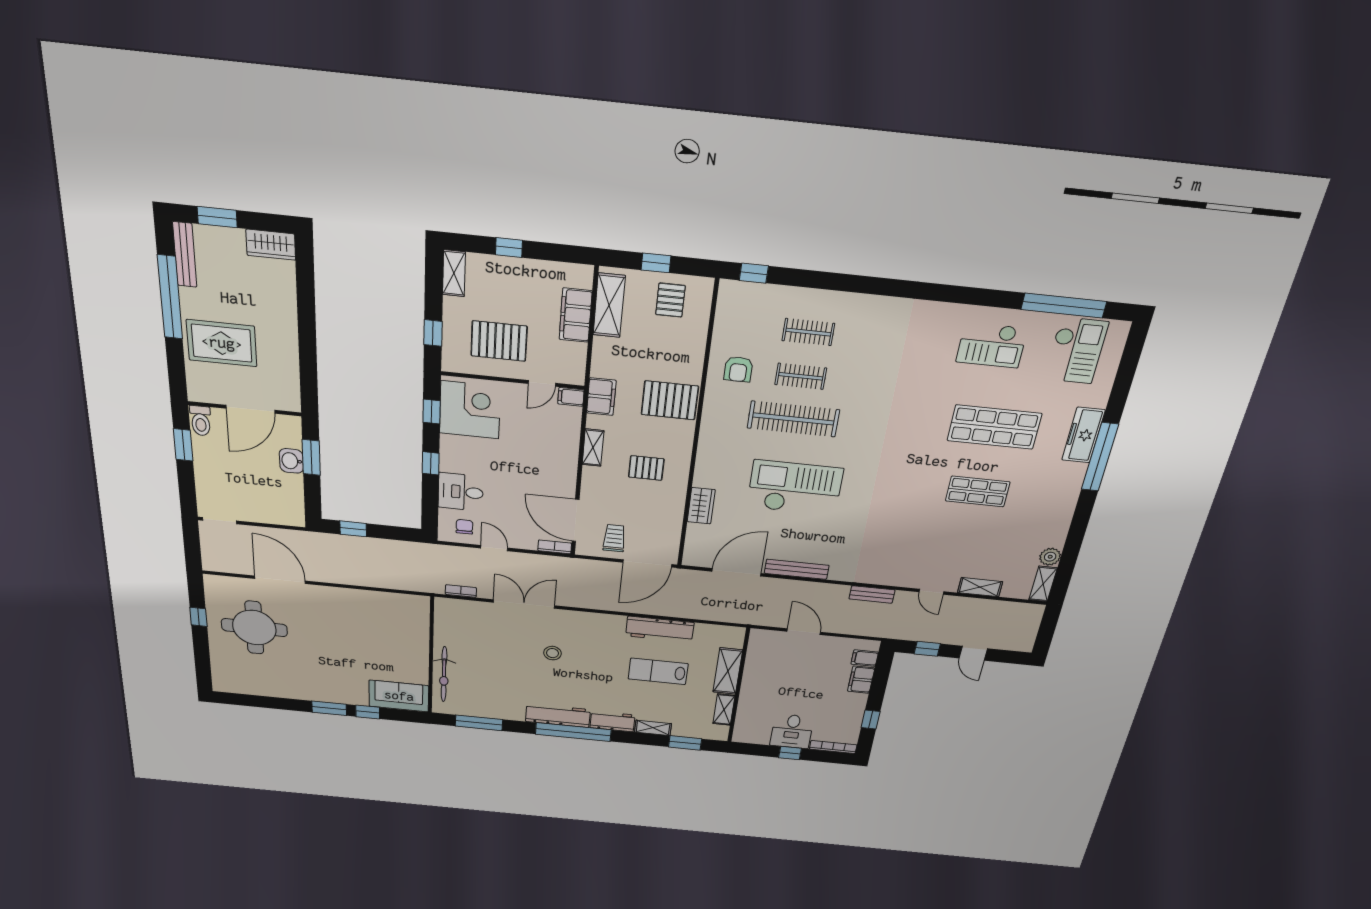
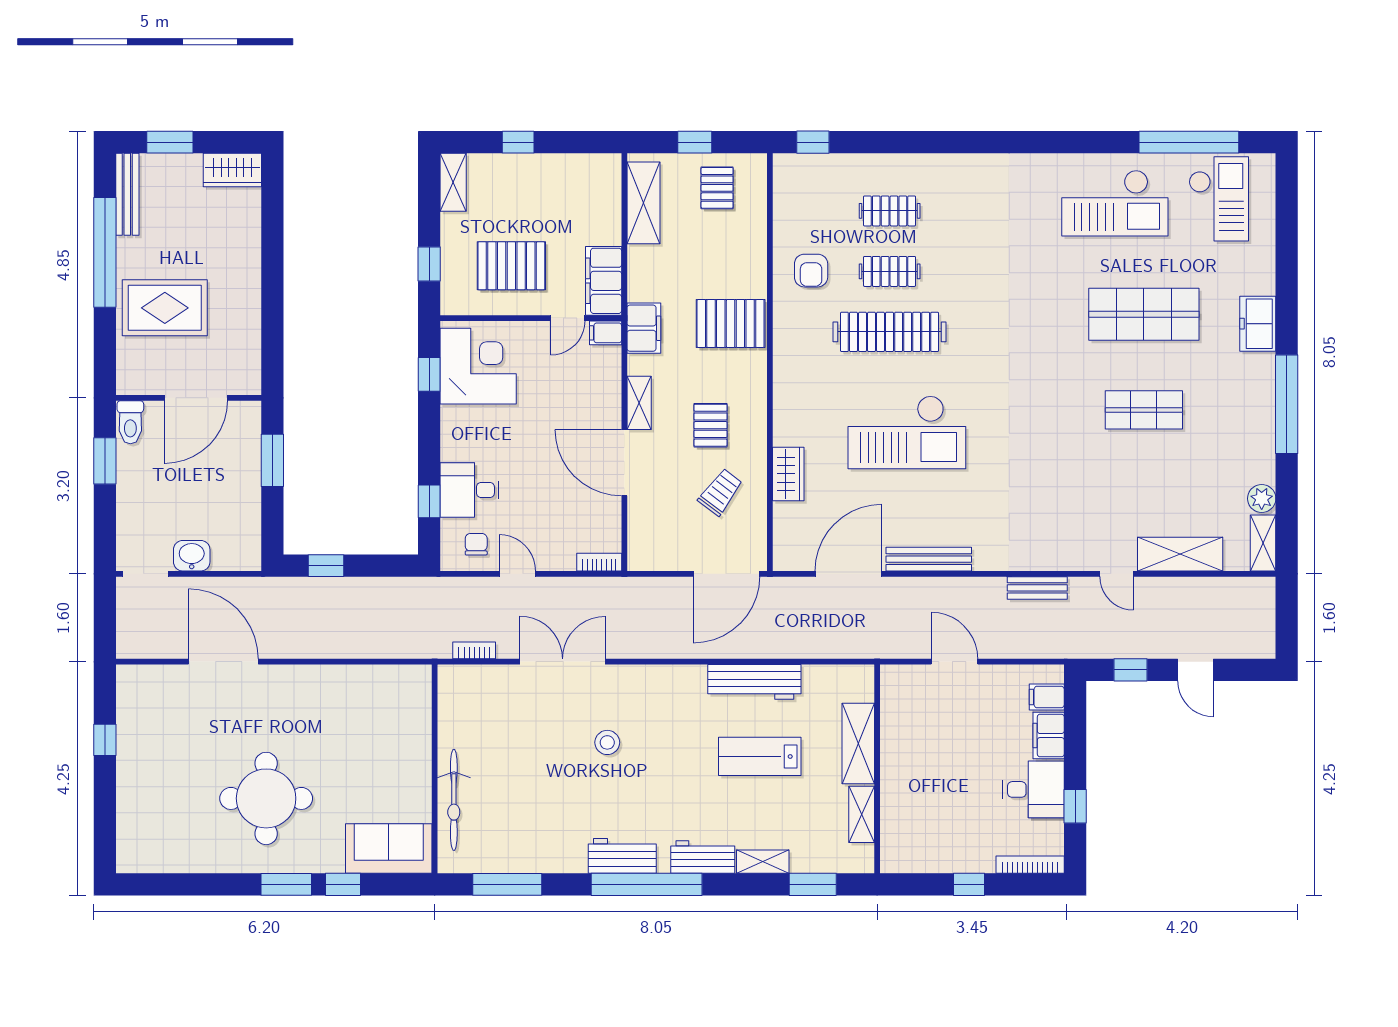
filing cabinet: (576, 315) -> (604, 281), moved
checkout: (992, 345) -> (1115, 203), width x1.36, depth x1.21
freezer: (1083, 435) -> (1258, 324), width x0.71
window: (1100, 457) -> (1287, 404), moved
washbasin: (291, 461) -> (192, 556), moved, turned 90
window: (431, 463) -> (429, 501), moved
pallet: (646, 468) -> (711, 425), turned 90
checkout: (795, 488) -> (907, 432), turned 180
door: (576, 520) -> (624, 463), moved
trolley: (614, 538) -> (720, 492), moved, turned 37
shelving: (980, 587) -> (1180, 554), width x1.50, depth x1.33
round table: (254, 628) -> (266, 798), moved
workbench: (558, 716) -> (622, 856), width x0.73
desk: (792, 731) -> (1033, 789), moved, turned -90

